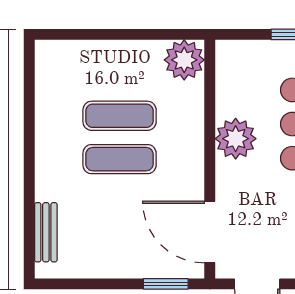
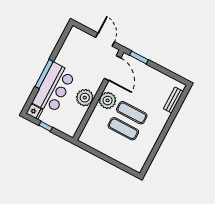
plant: (184, 60) -> (108, 100), moved

